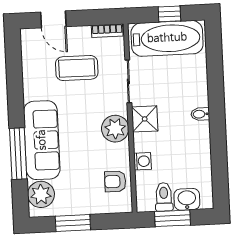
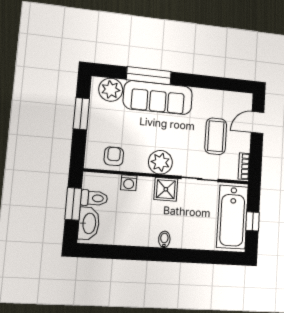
washbasin: (187, 199) -> (89, 223), width x1.38

